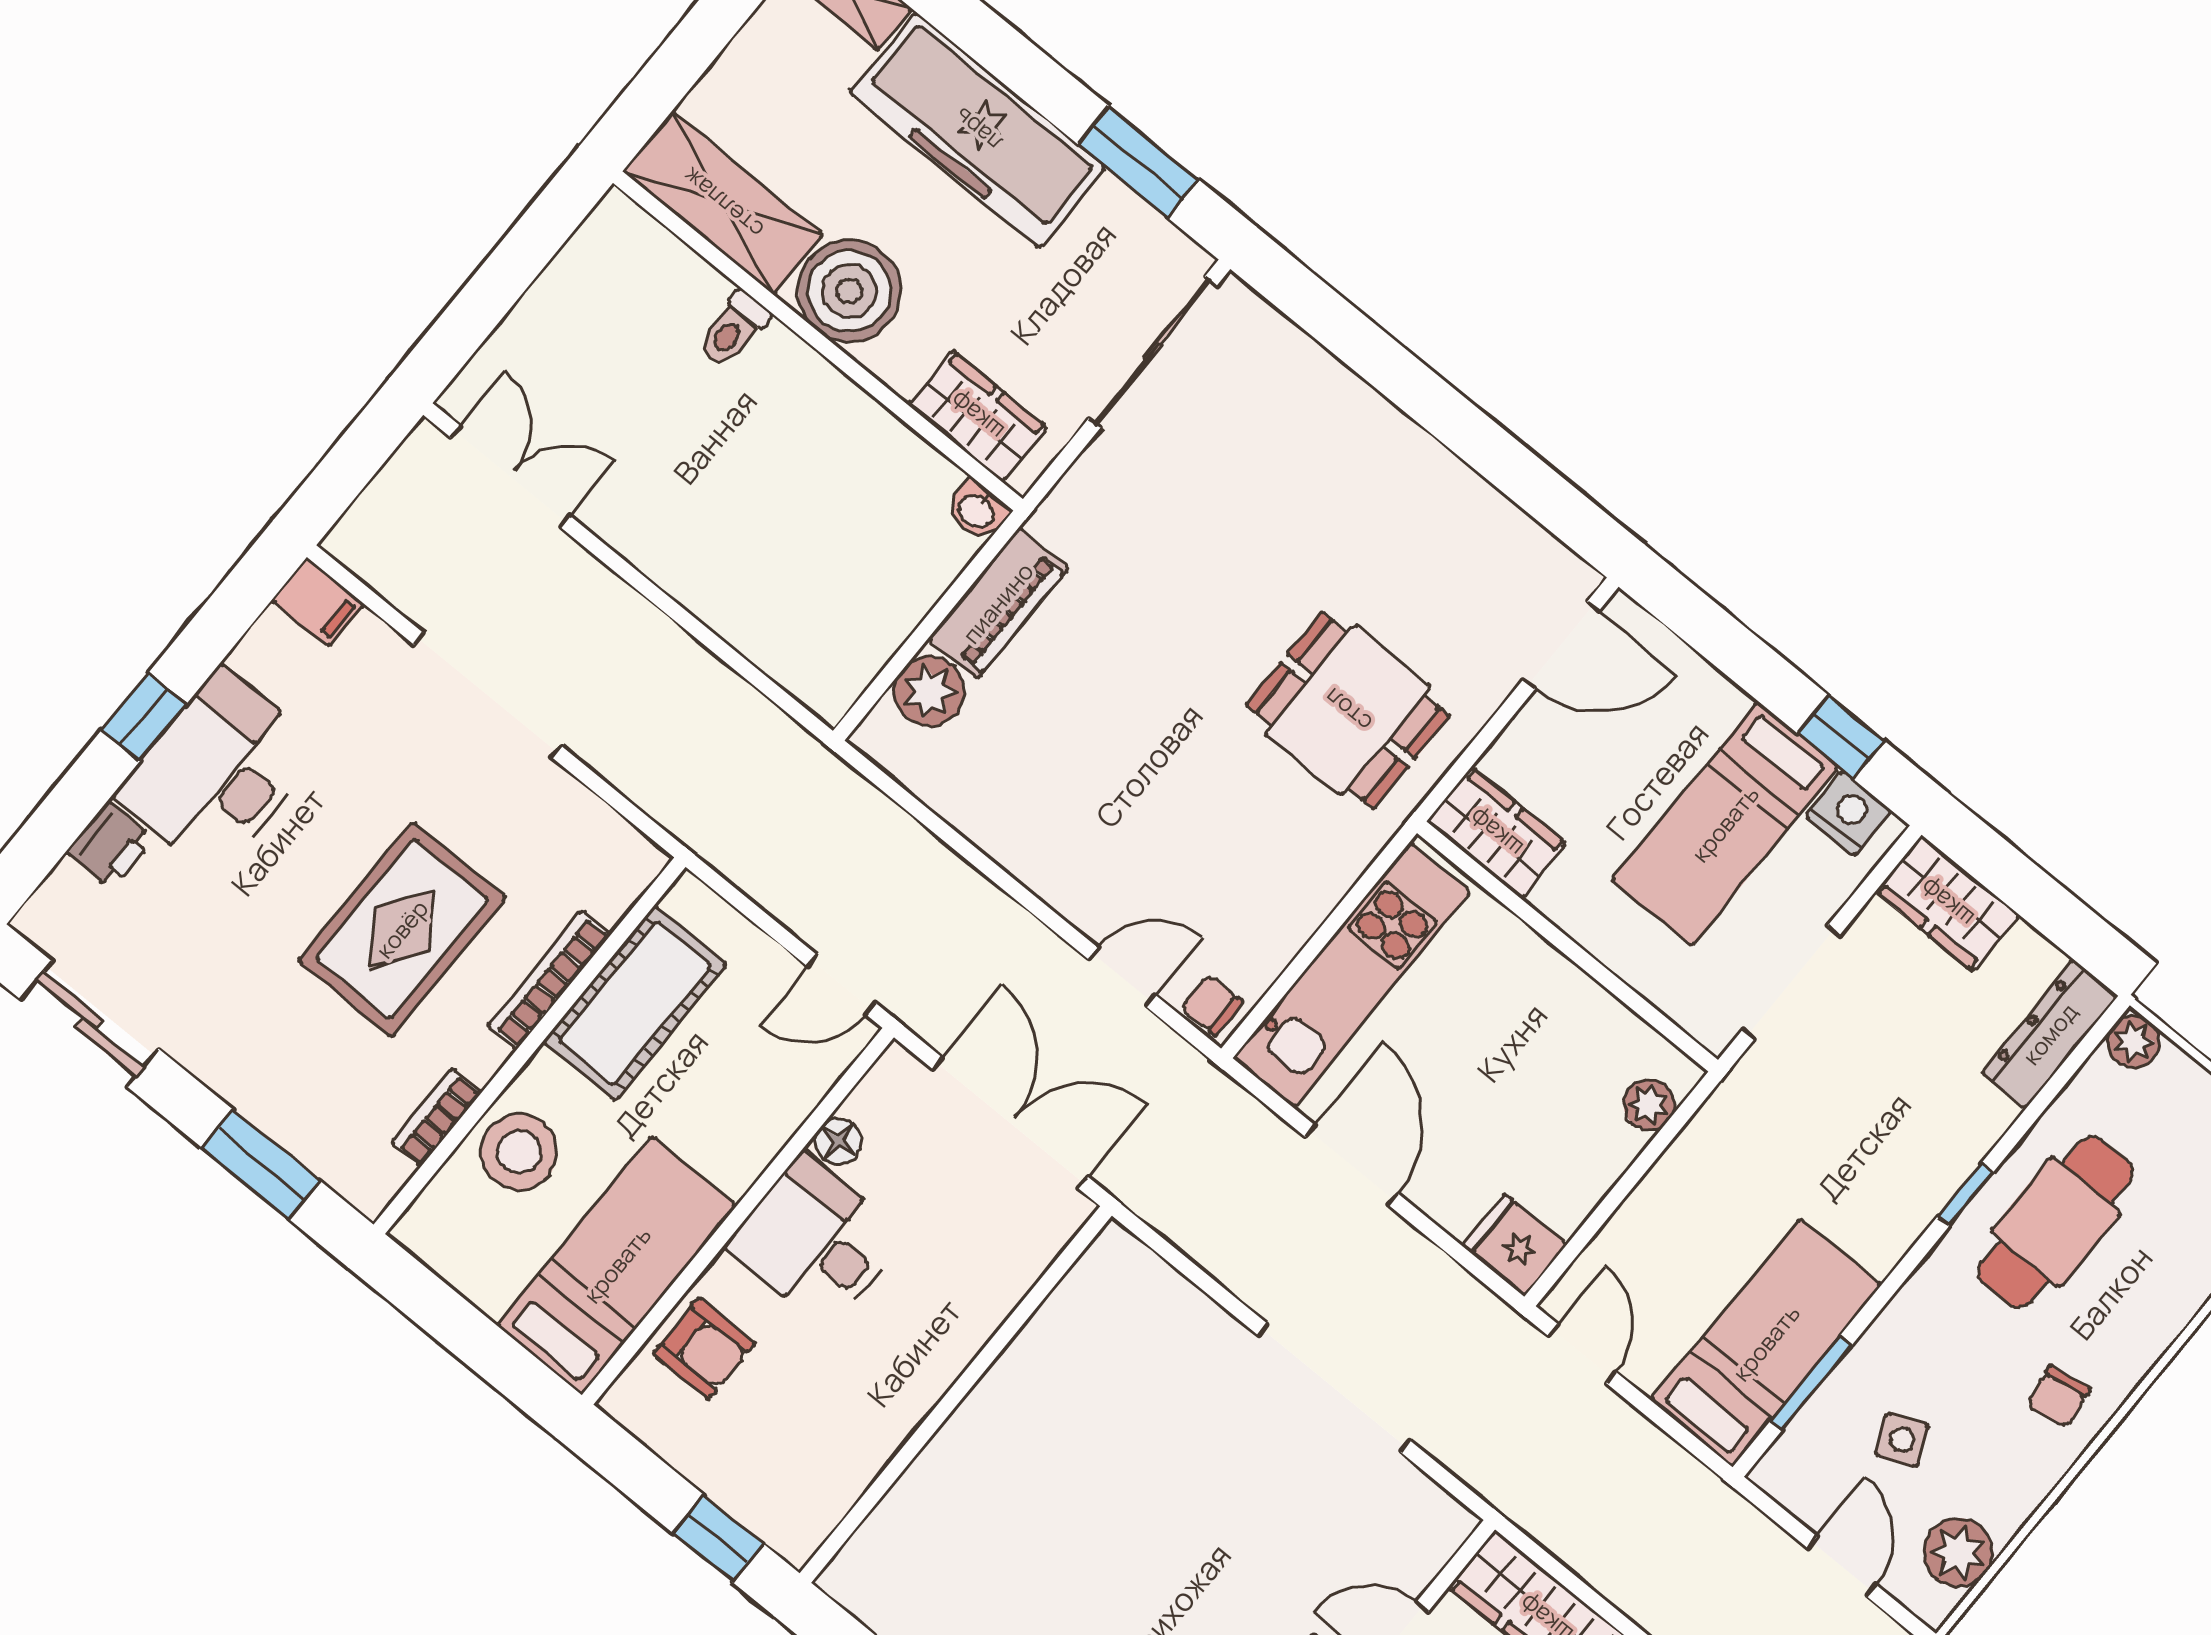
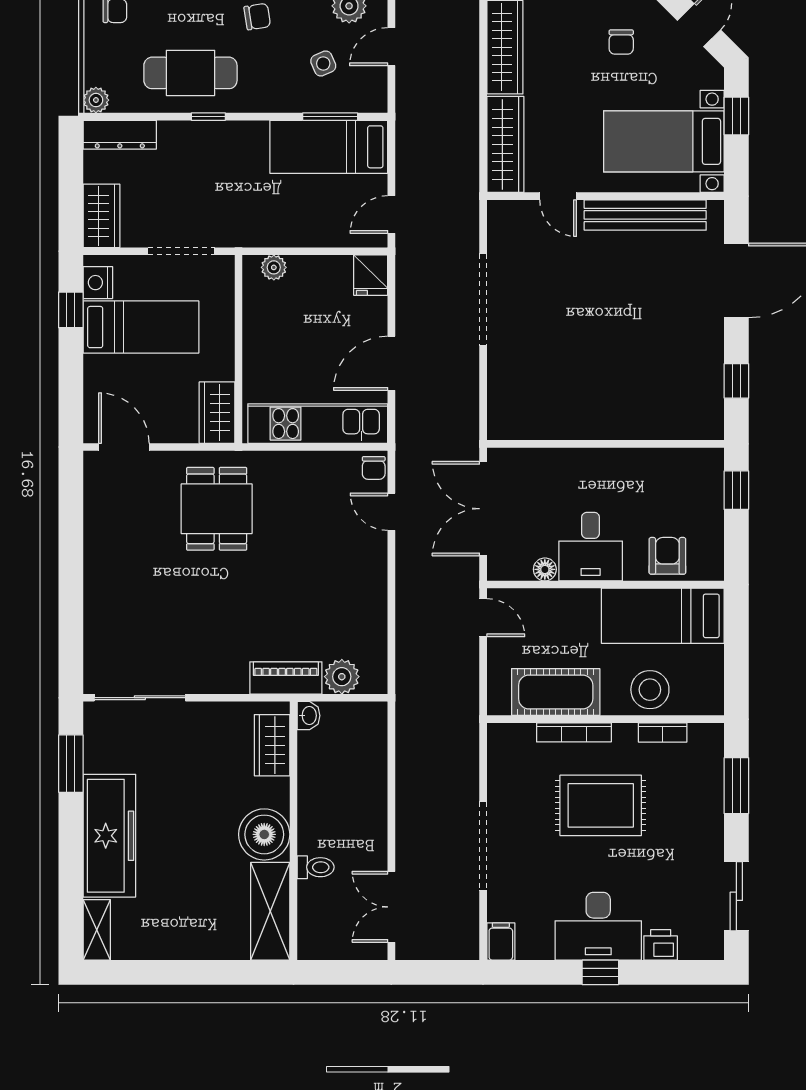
shelving: (723, 203) -> (270, 911), moved
boiler: (849, 291) -> (264, 834), moved
toilet: (733, 329) -> (316, 867), moved
wall: (818, 341) -> (293, 831), moved
wardrobe: (977, 416) -> (272, 745), moved
washbasin: (977, 510) -> (309, 716), moved

